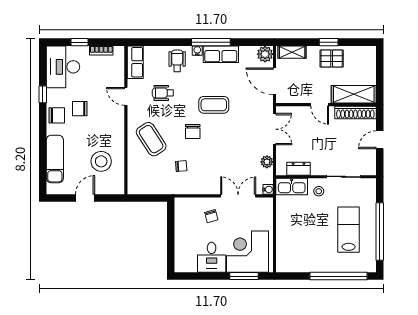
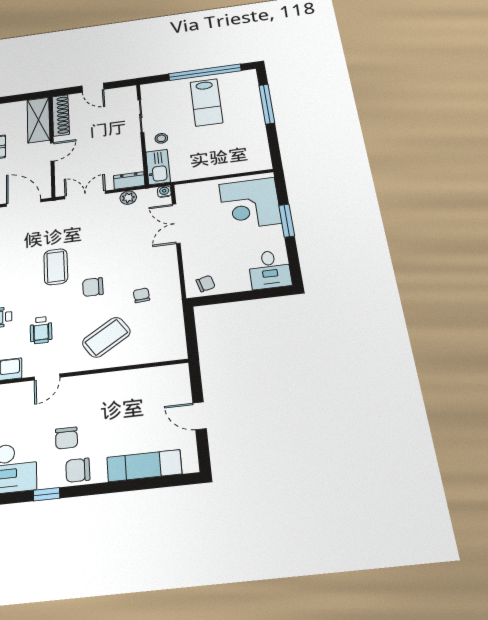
door: (274, 81) -> (24, 203), swing flipped
chair: (57, 115) -> (78, 470), turned -90
chair: (193, 131) -> (93, 287), turned 180
stool: (101, 161) -> (143, 400), removed
dresser: (299, 169) -> (129, 180), moved, turned 90
chair: (211, 216) -> (206, 284), moved
lab bench: (349, 230) -> (206, 102), turned -90
desk: (212, 257) -> (270, 269), moved, turned 90
window: (244, 276) -> (287, 221), moved
window: (339, 276) -> (267, 104), width x0.68

